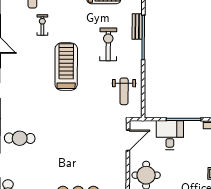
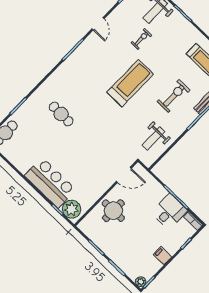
desk: (170, 135) -> (169, 212), moved
cafe table: (20, 138) -> (61, 114), moved

